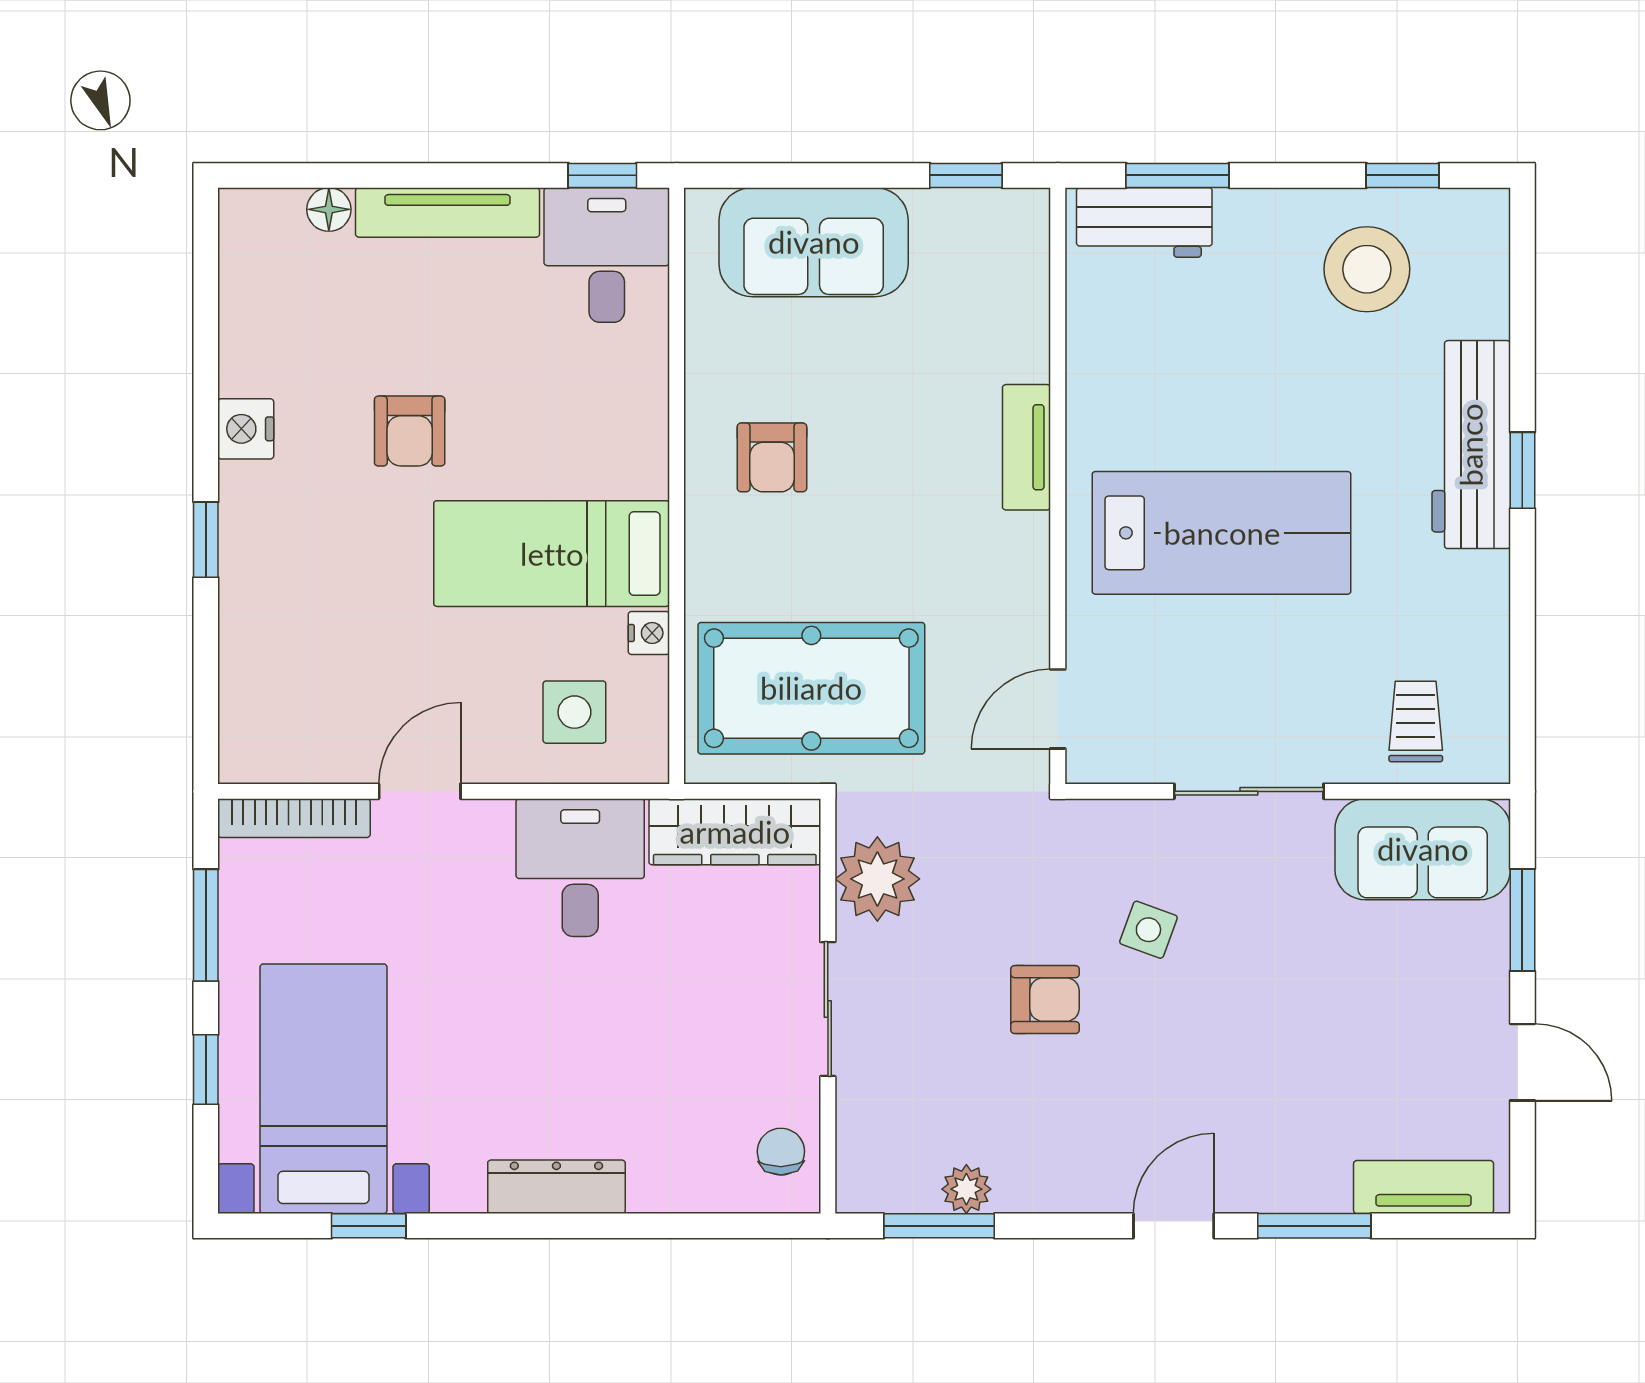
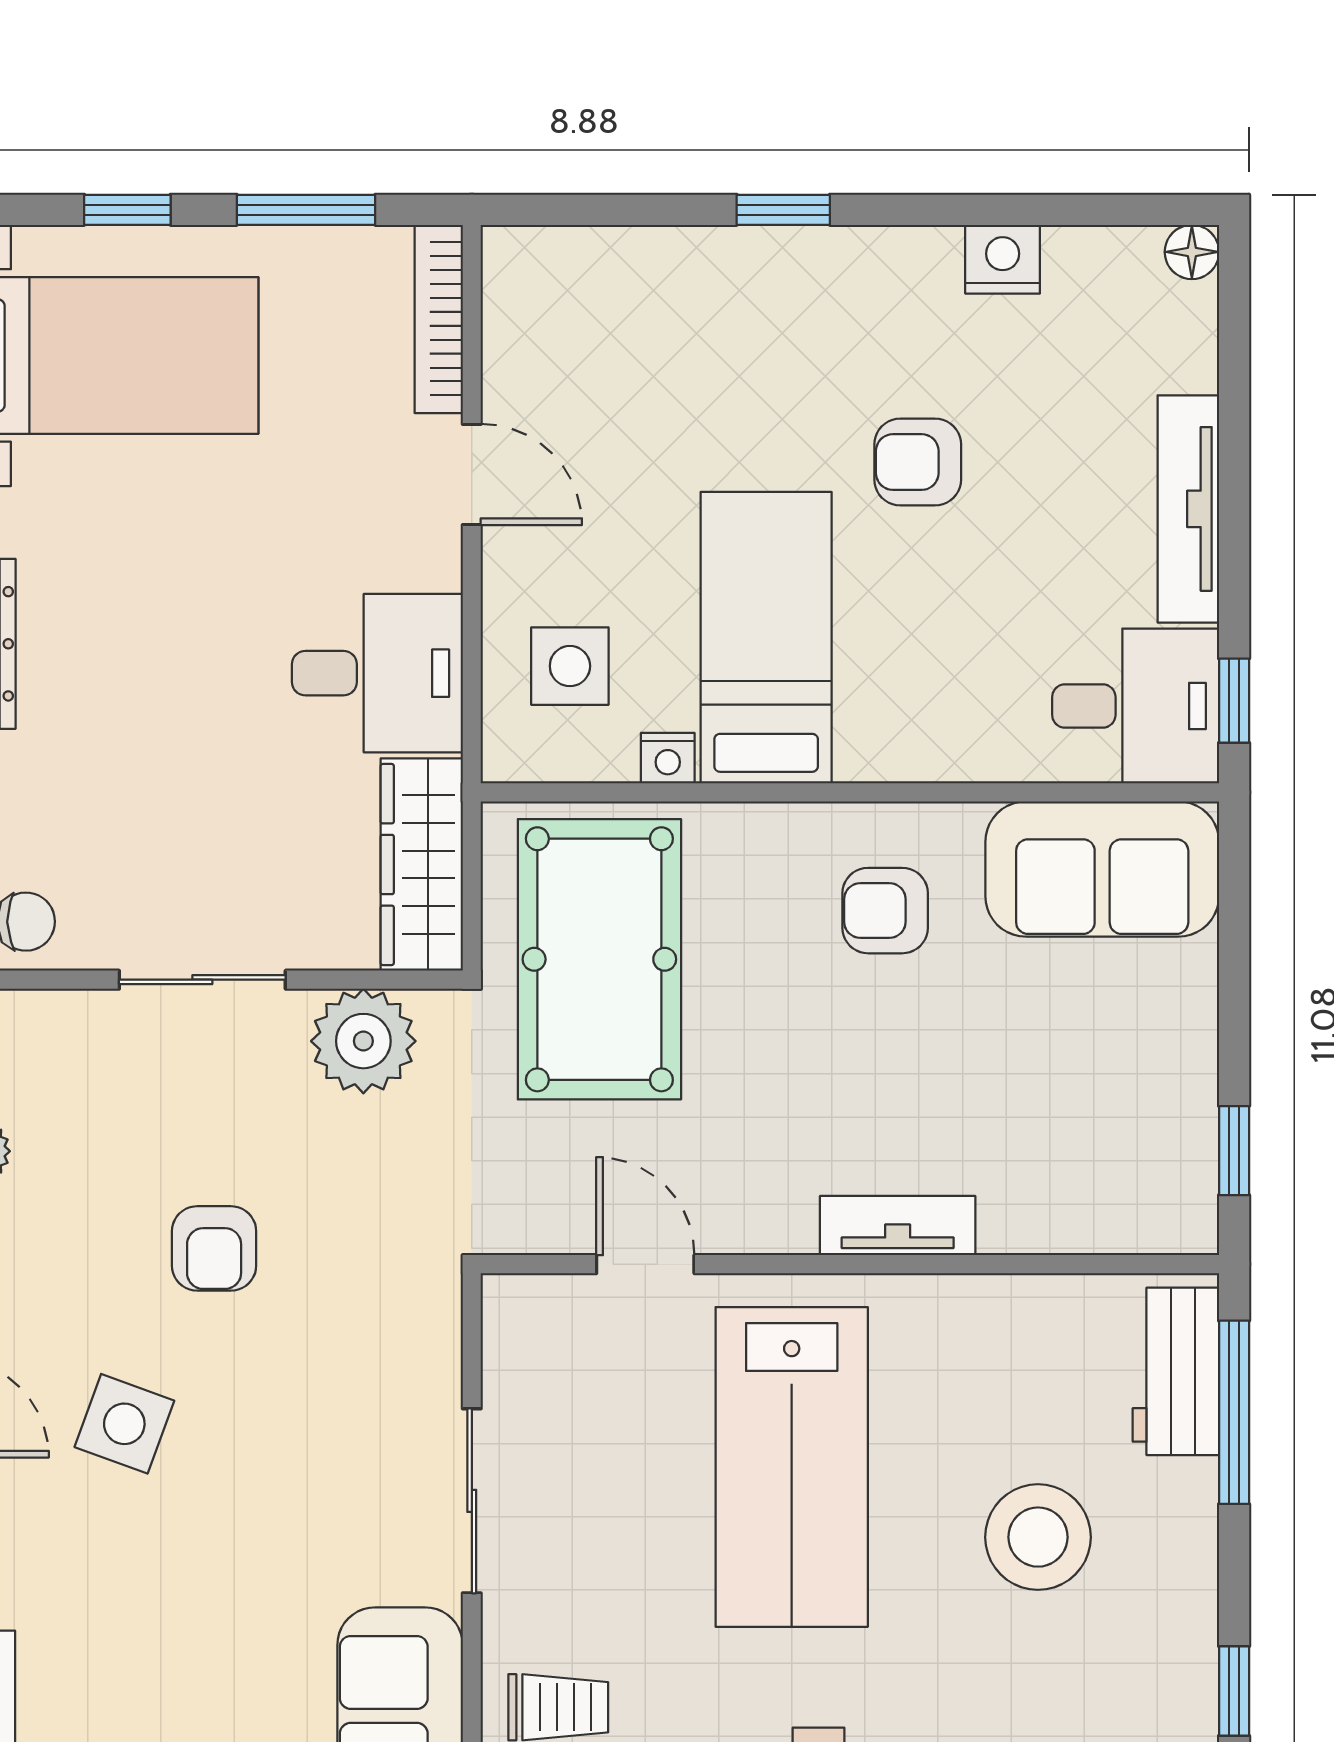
window: (1177, 175) -> (1234, 1412), width x1.44
floor lamp: (329, 209) -> (1192, 252), moved
sofa: (814, 242) -> (1102, 869), moved, turned -90
stool: (1367, 269) -> (1038, 1537), moved
nightstand: (246, 429) -> (1003, 259), moved
door: (1058, 709) -> (645, 1264), moved
side table: (1148, 930) -> (124, 1424), moved, width x1.37, depth x1.37

